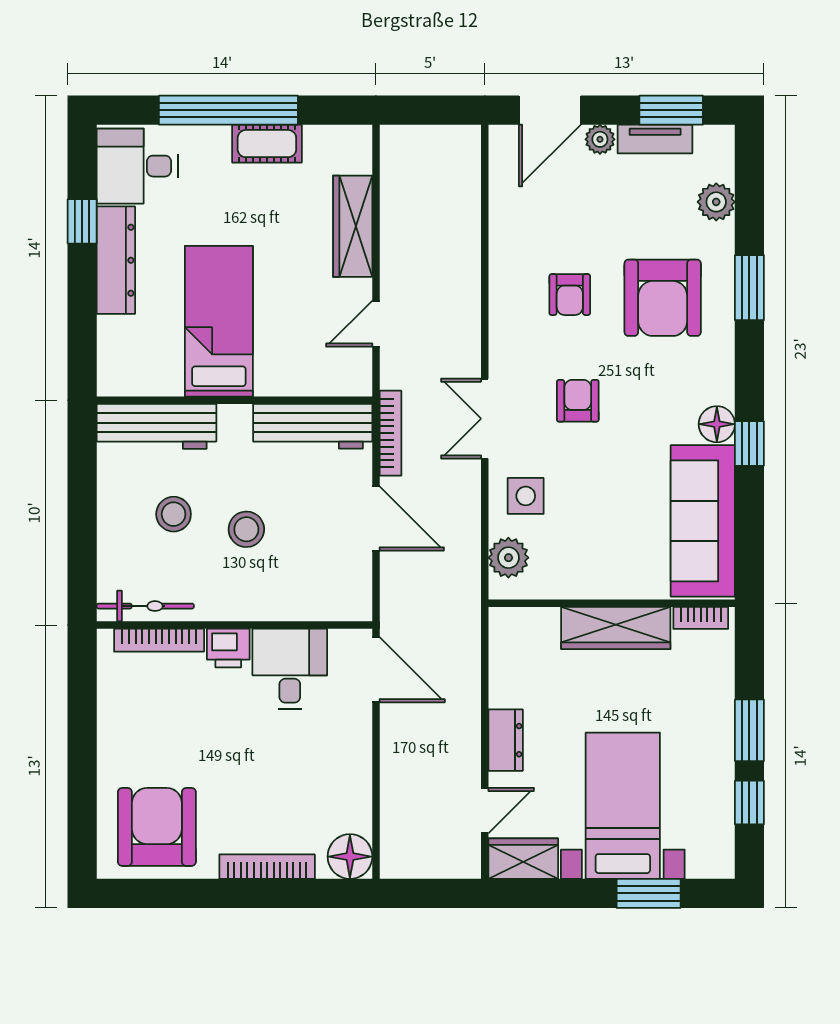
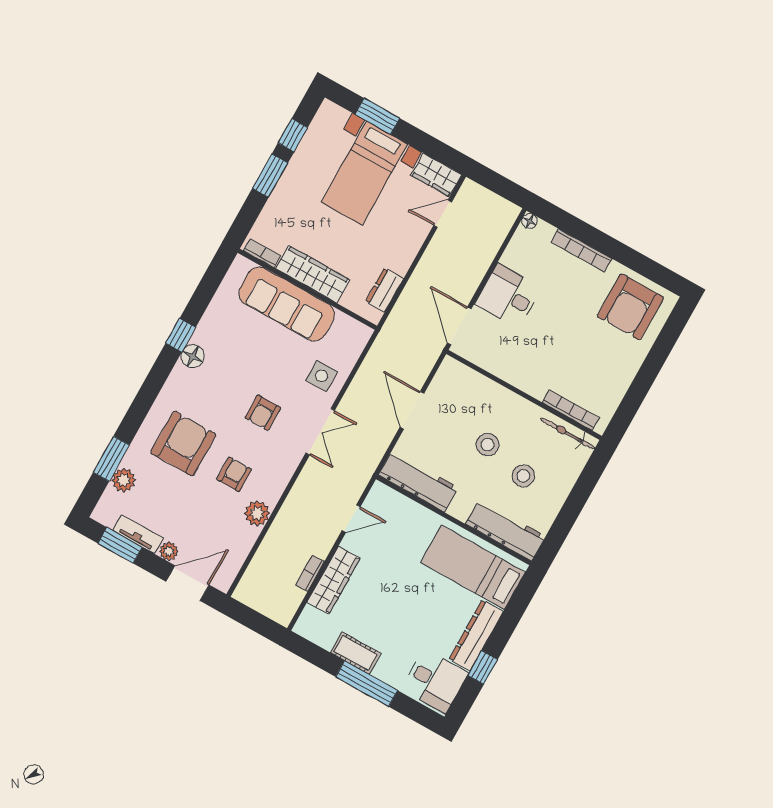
window: (228, 110) -> (367, 684), width x0.68
window: (749, 288) -> (111, 459), moved
bed: (219, 321) -> (473, 567), moved, turned 90
bookcase: (390, 433) -> (310, 573), moved, width x0.64
sofa: (703, 521) -> (287, 304), moved, turned 90
plant: (508, 558) -> (257, 513), moved
printer: (228, 648) -> (535, 384), removed
desk: (290, 669) -> (508, 296), moved, turned 90
dresser: (506, 740) -> (385, 290), moved
floor lamp: (350, 857) -> (530, 221), width x0.53, depth x0.53

